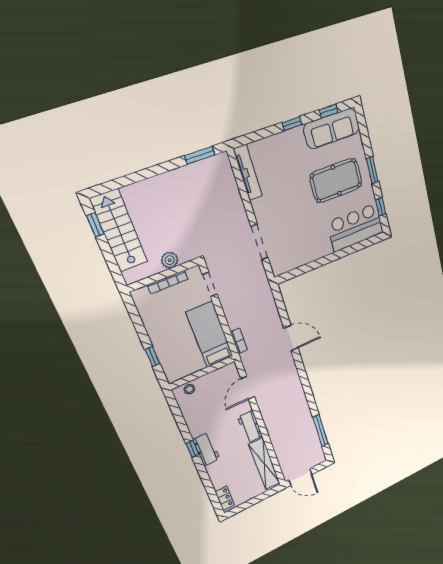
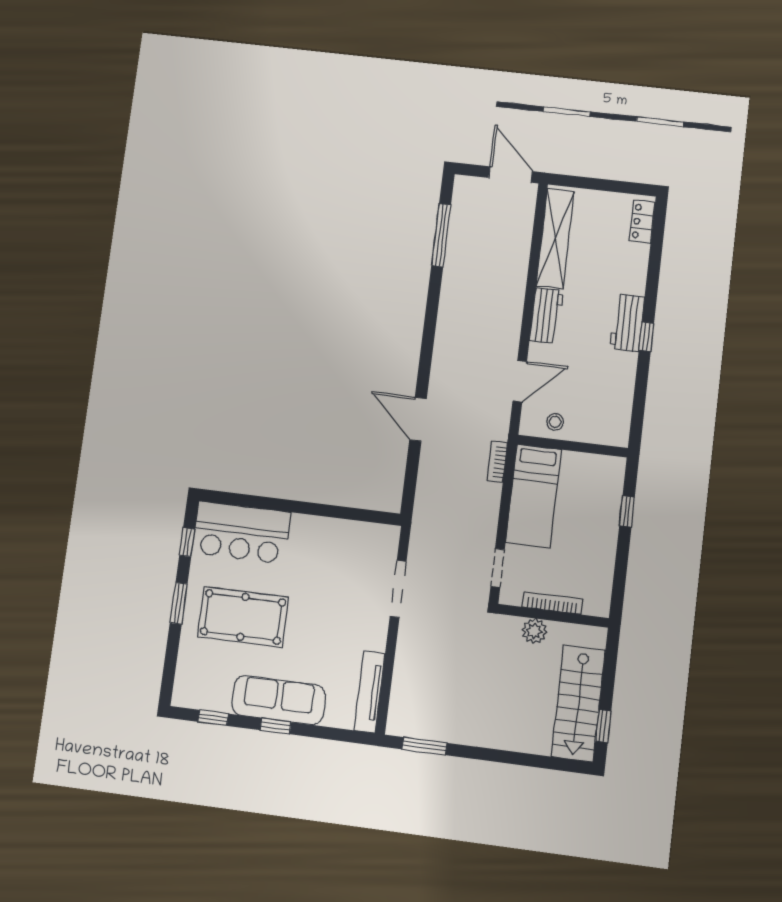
sofa: (332, 128) -> (279, 700), moved
stool: (189, 389) -> (555, 422), moved

